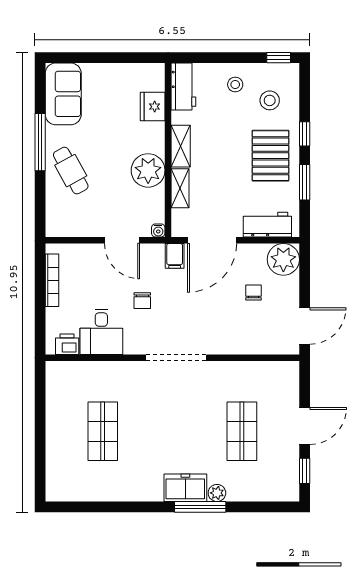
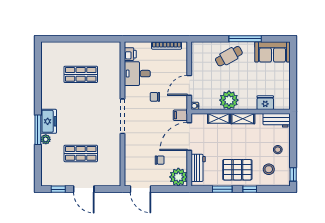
door: (212, 240) -> (189, 137), hinge flipped

